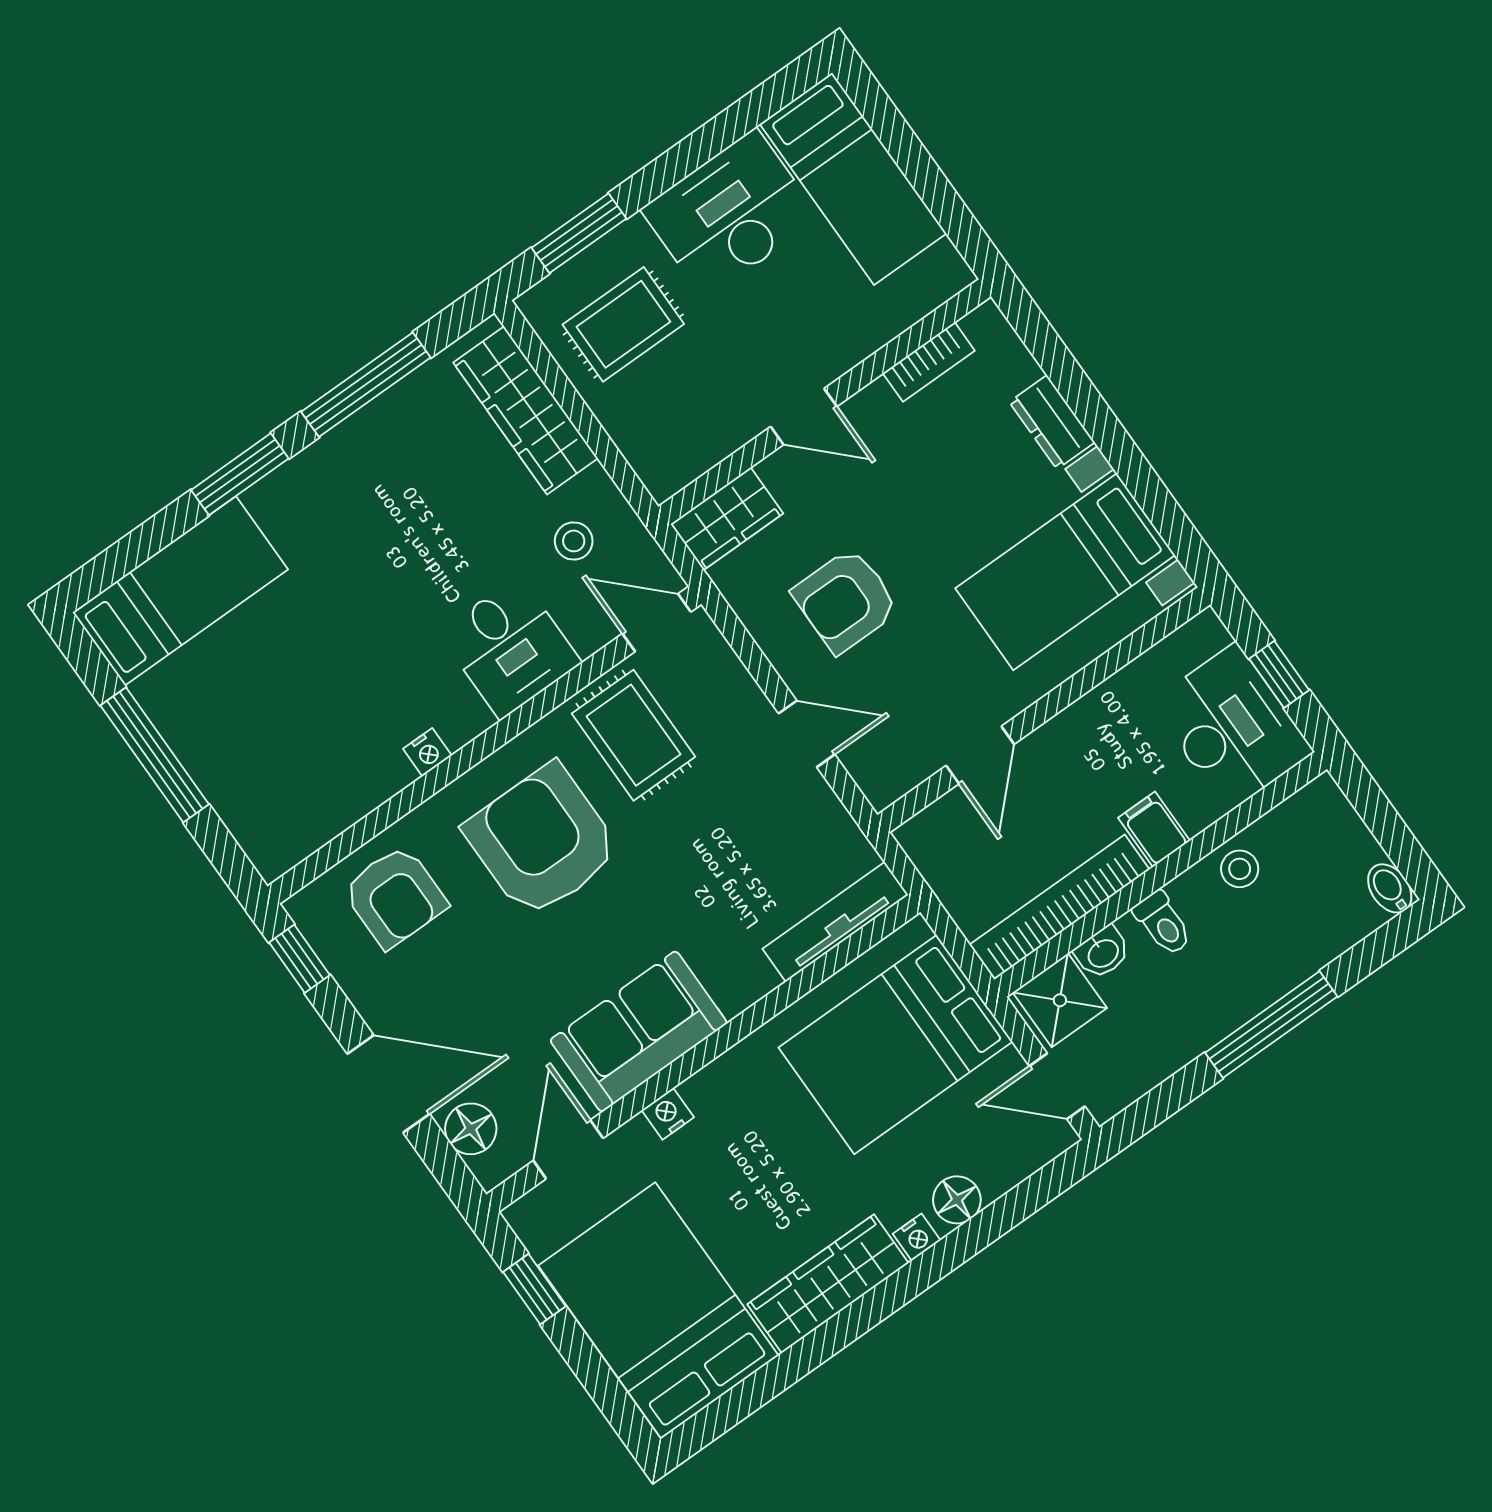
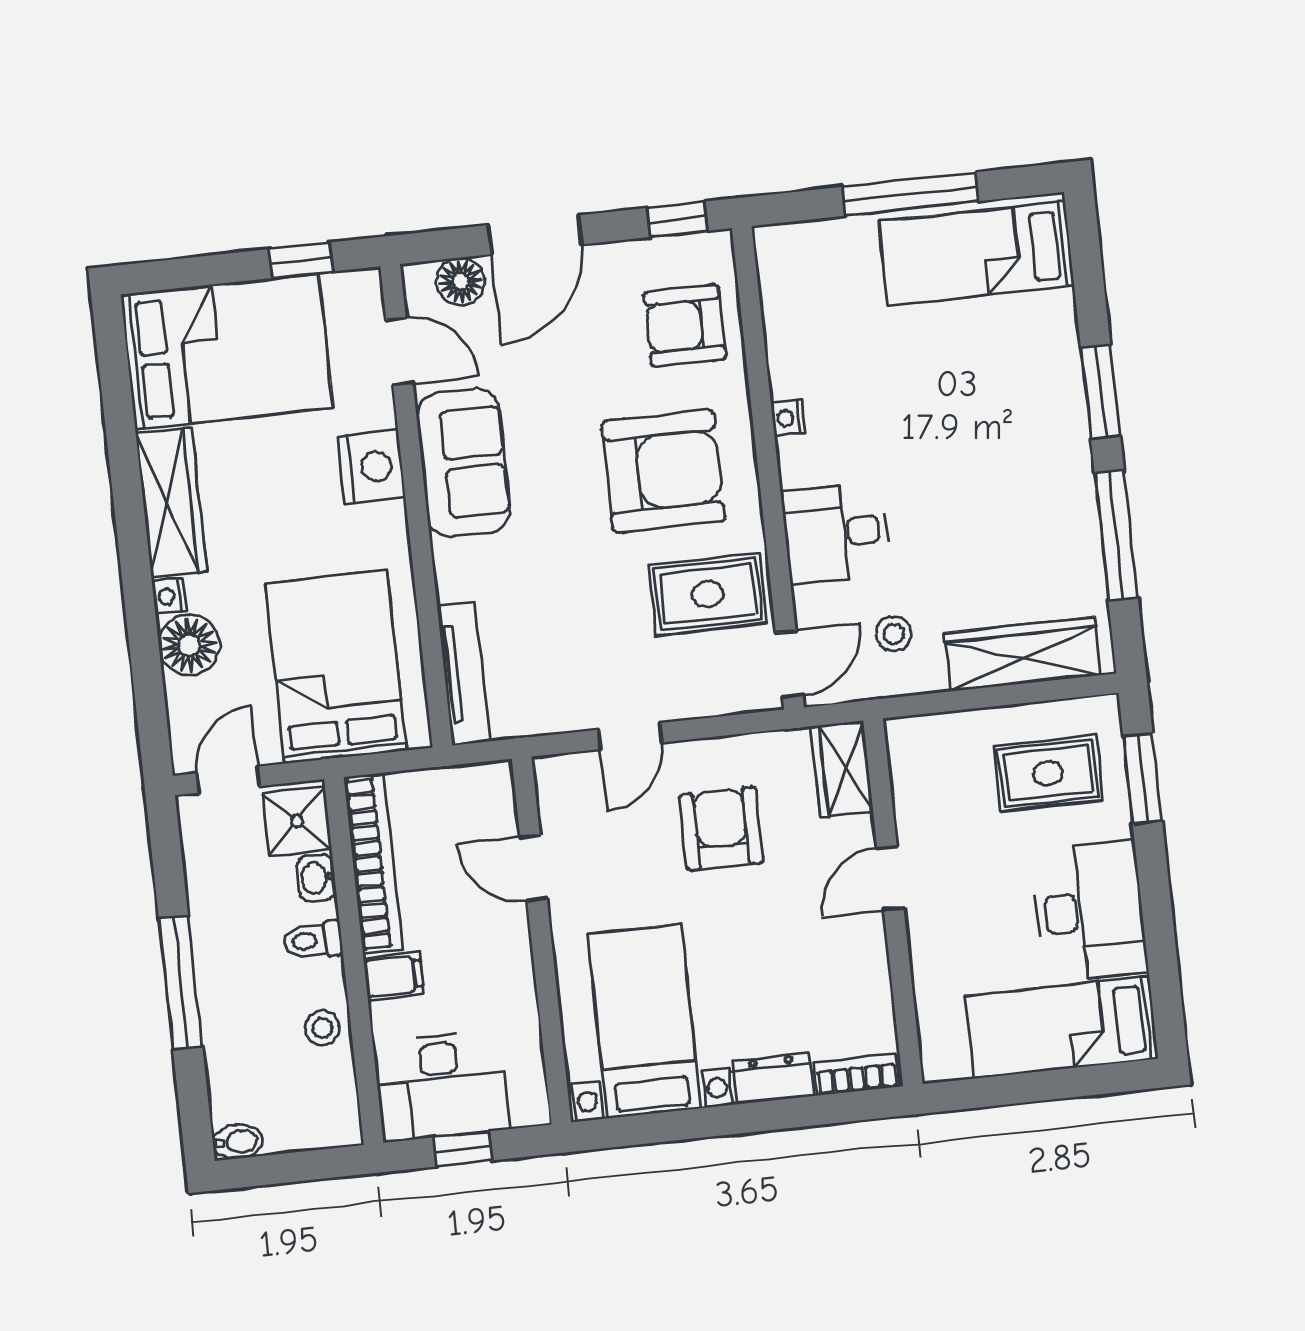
rug: (623, 324) -> (1048, 773), turned 90
bookcase: (929, 362) -> (857, 1075), moved, turned 90
bed: (180, 591) -> (977, 254), moved, turned 90
nightstand: (668, 1114) -> (371, 467), width x1.89, depth x1.79
floor lamp: (957, 1200) -> (189, 645), width x1.38, depth x1.38

